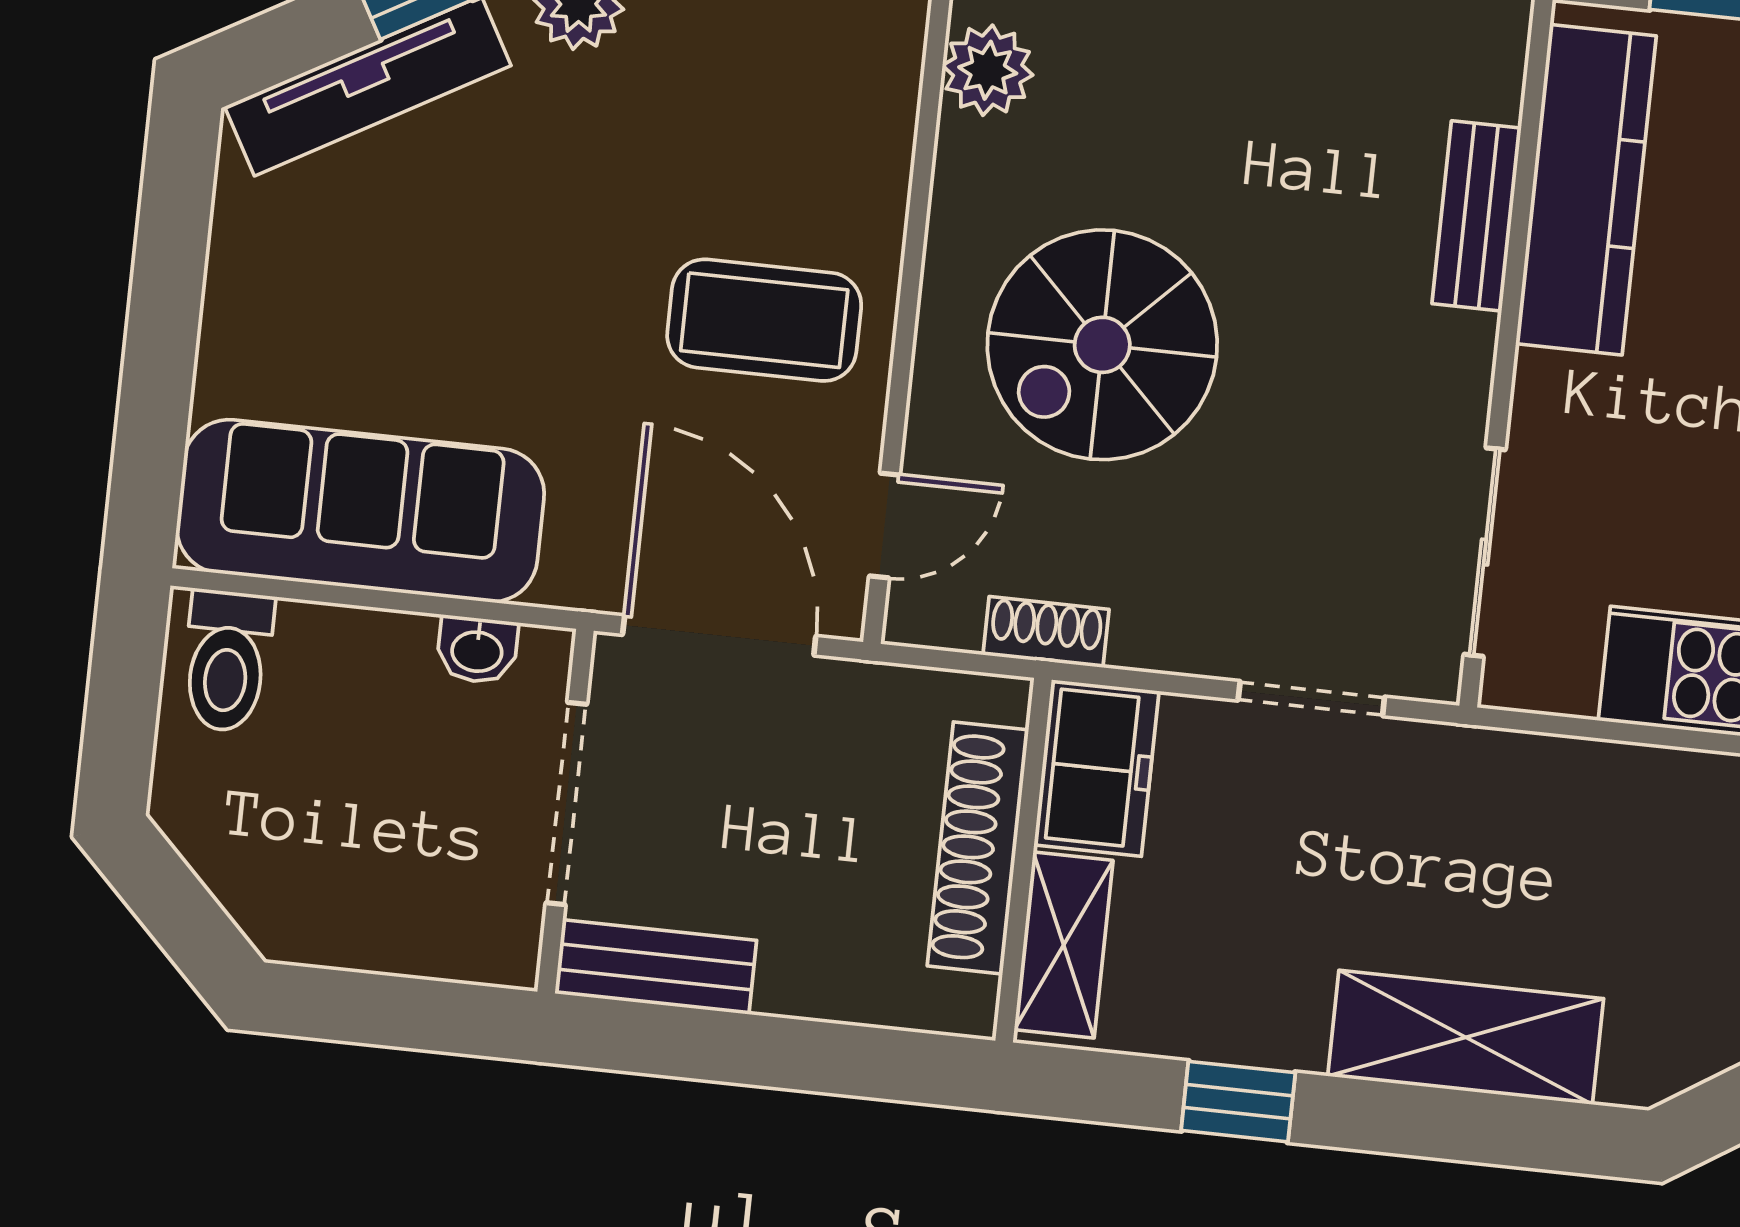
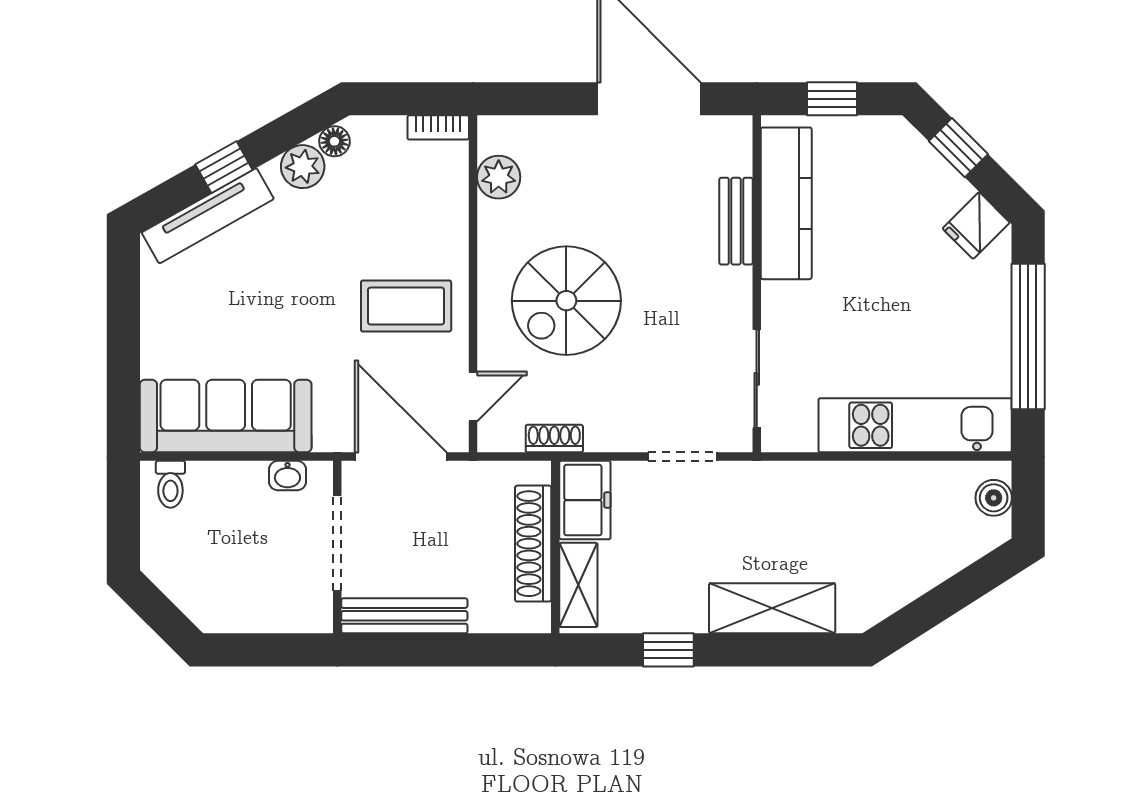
toilet: (227, 661) -> (170, 484), width x0.73, depth x0.72
bench: (656, 967) -> (404, 616), width x1.36

